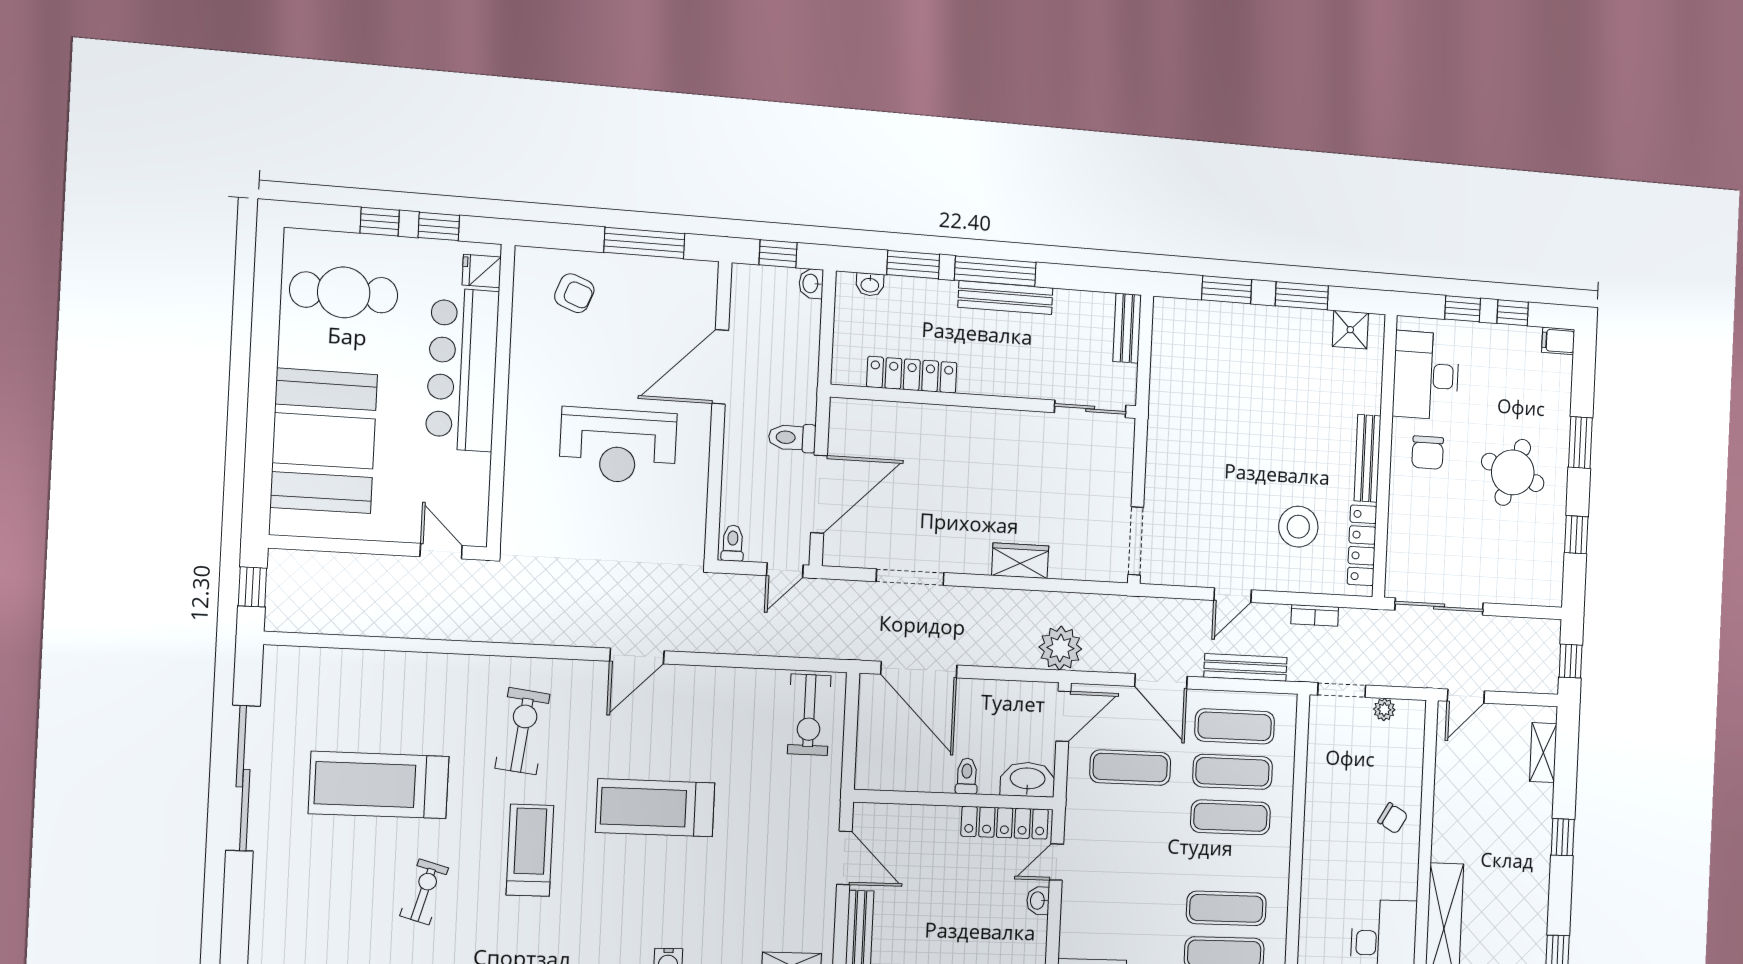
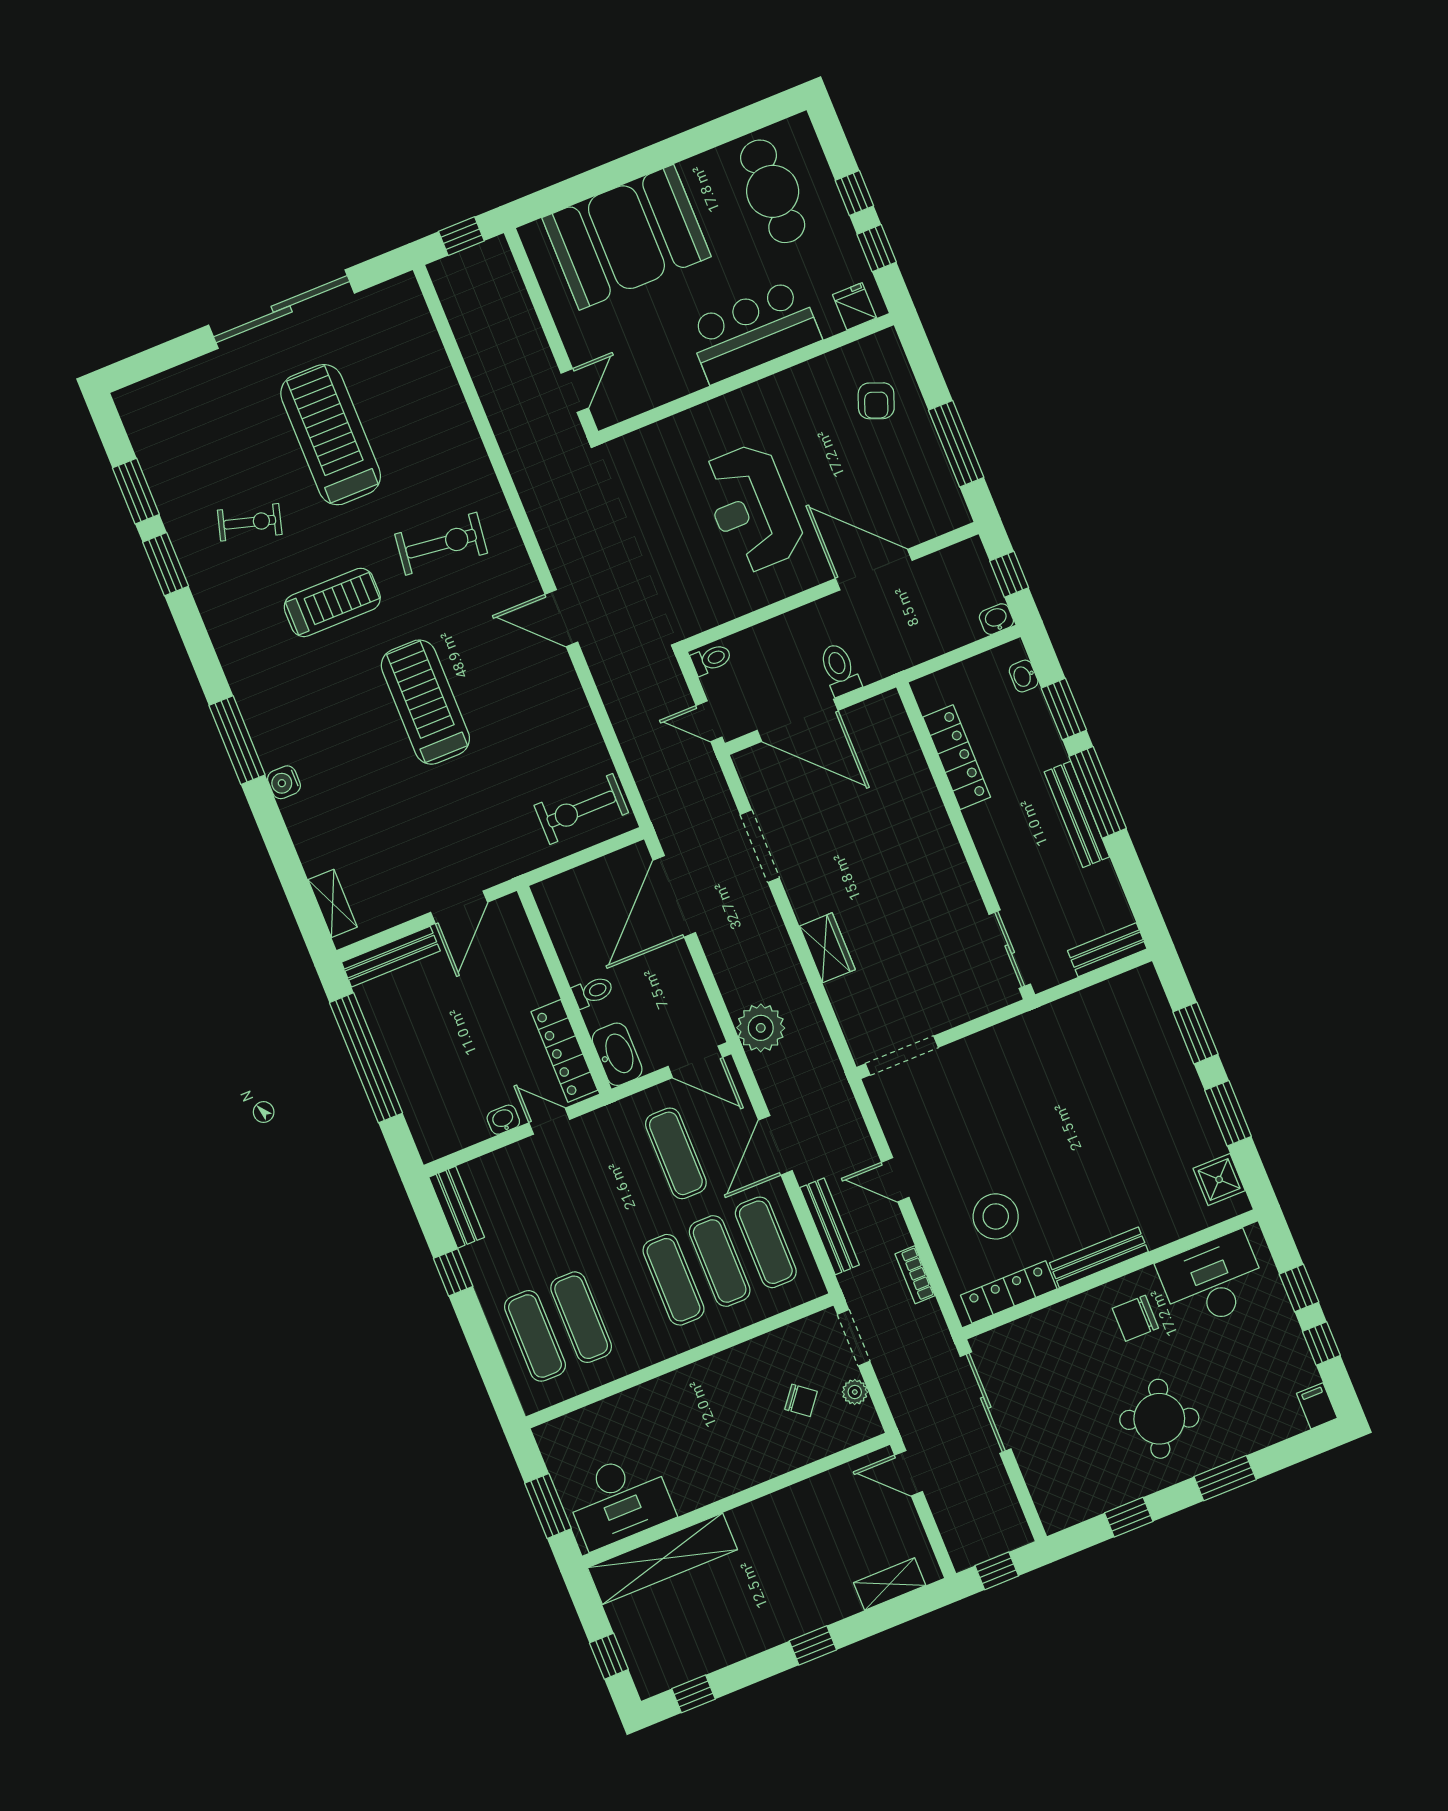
bar counter: (462, 370) -> (754, 331), width x0.73
chair: (1393, 818) -> (801, 1400), moved, turned -82

